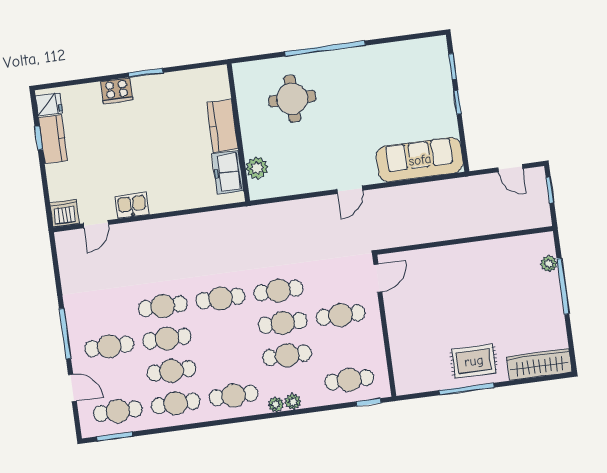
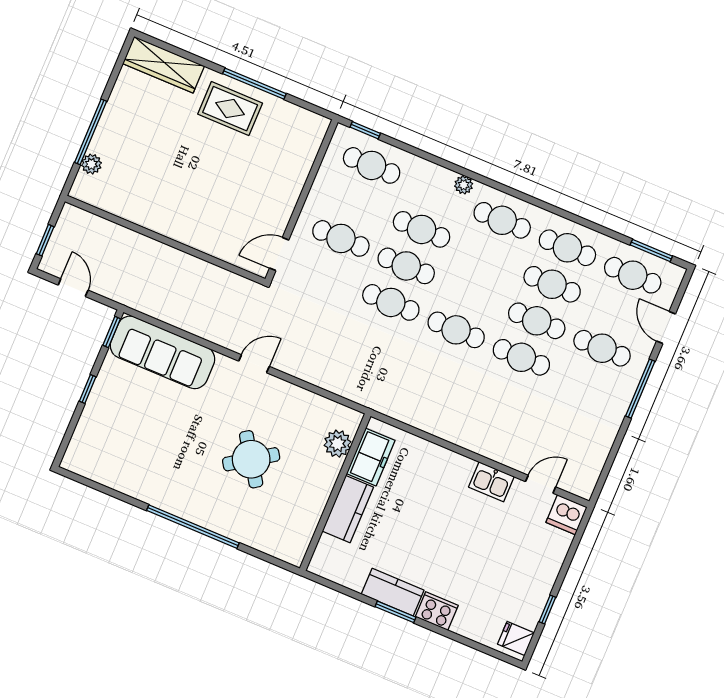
window: (453, 66) -> (112, 332), moved
round table: (292, 99) -> (251, 459), moved, turned -34
kitchen counter: (53, 139) -> (393, 592), moved, turned 90
plant: (293, 402) -> (444, 177), removed

